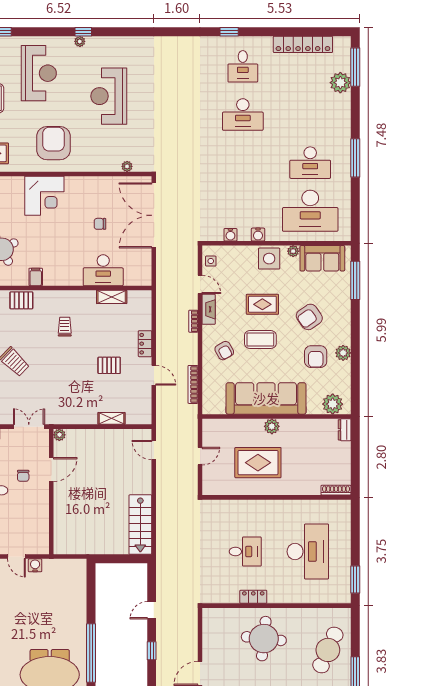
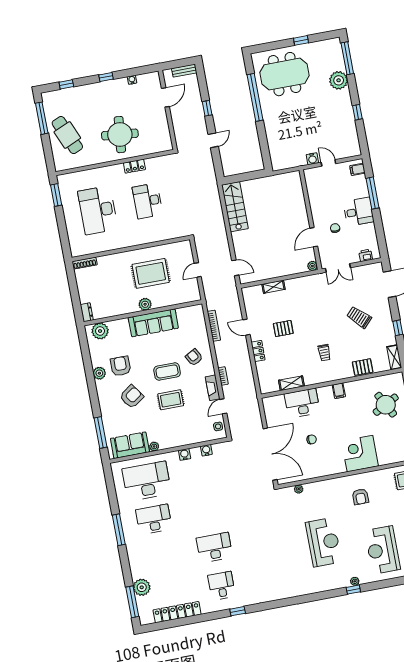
armchair: (54, 143) -> (360, 497), width x0.53, depth x0.53
side table: (269, 259) -> (172, 437), removed
filing cabinet: (36, 277) -> (339, 391), moved
door: (200, 284) -> (223, 406), hinge flipped
sofa: (266, 398) -> (153, 323), width x0.74, depth x0.79
desk: (245, 552) -> (148, 201), width x1.37
cafe table: (328, 650) -> (67, 135), turned -47

